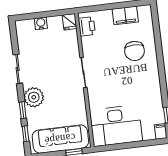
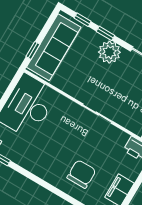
chair: (135, 51) -> (81, 174), turned 90

